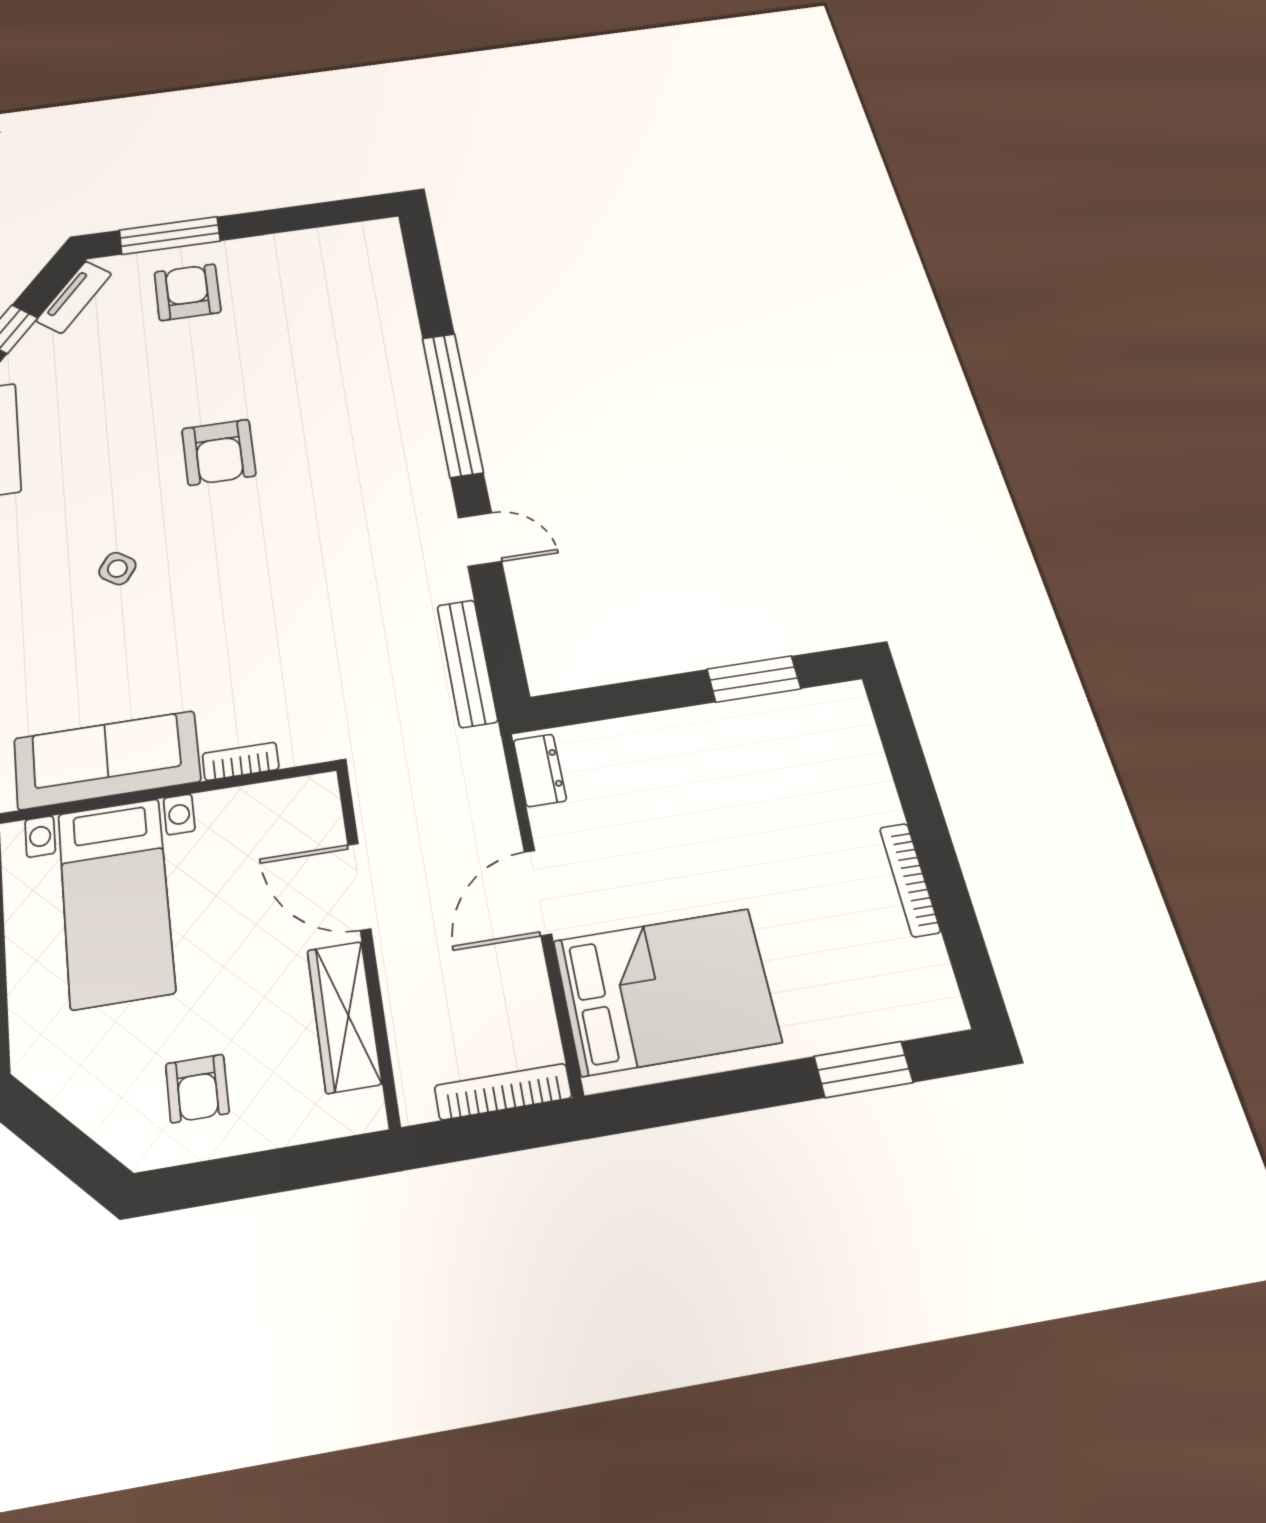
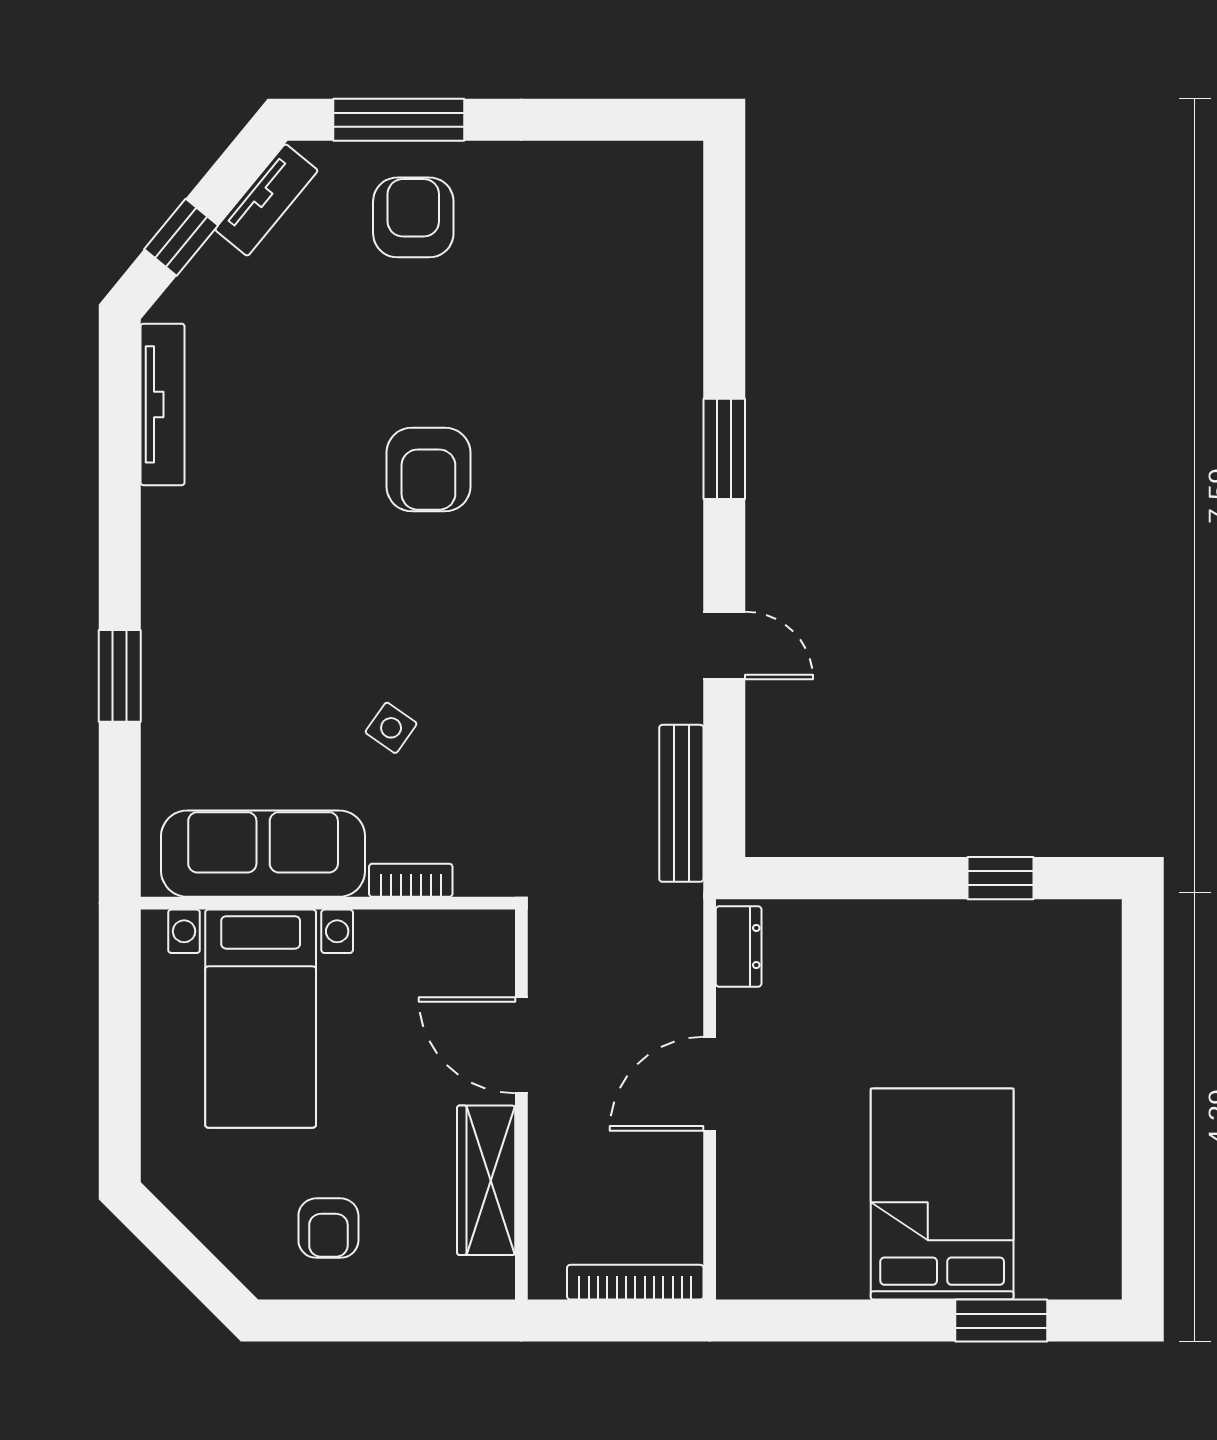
window: (452, 404) -> (724, 449), width x0.47
side table: (117, 569) -> (391, 728), moved
window: (754, 679) -> (1000, 878), width x0.67
bookcase: (910, 880) -> (1106, 1136), removed
bed: (666, 991) -> (942, 1194), moved, turned -90

